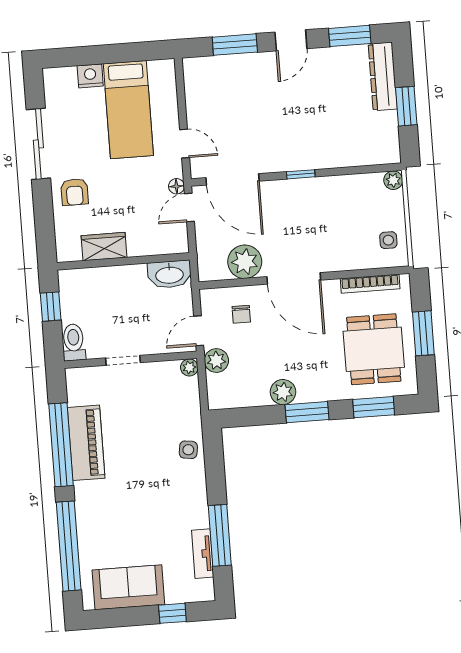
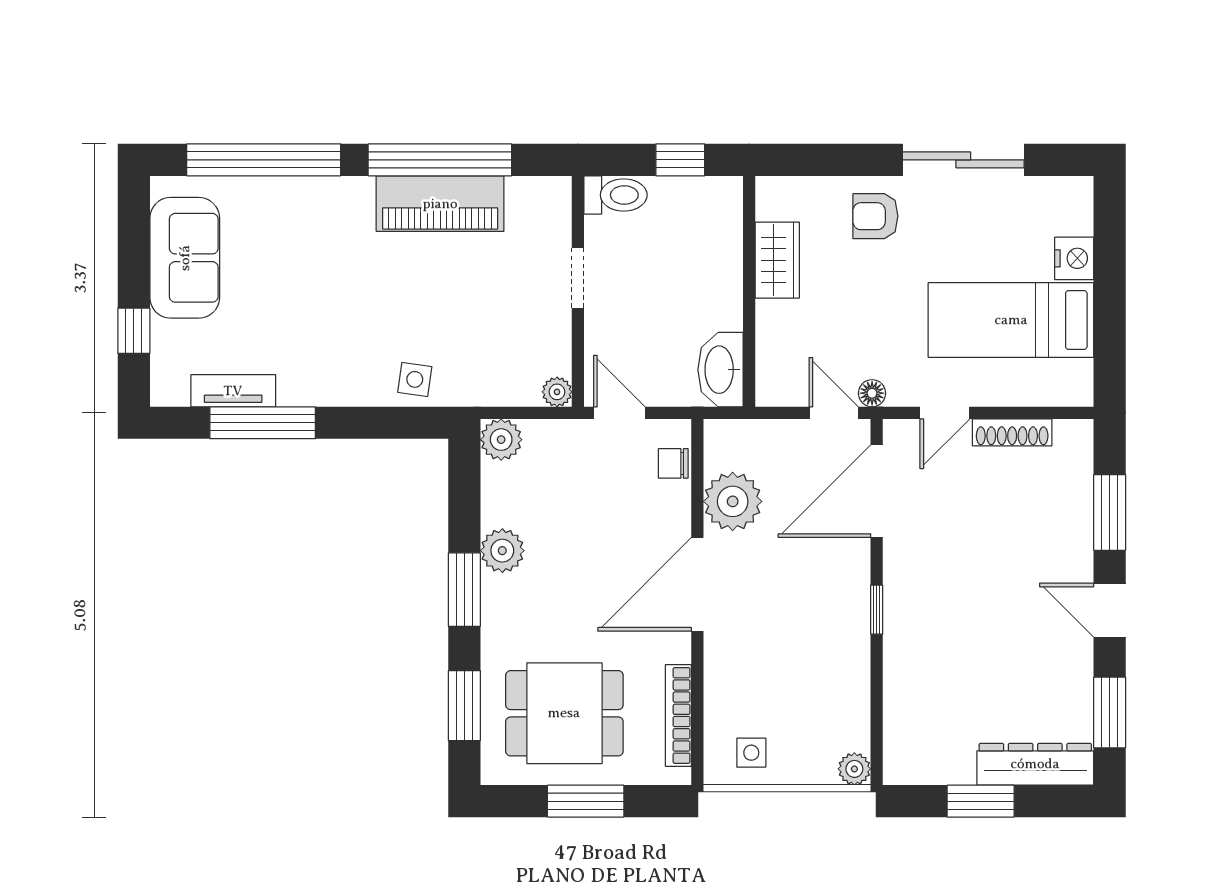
shoe rack: (193, 104) -> (1012, 432), added
chair: (241, 314) -> (673, 463), moved
plant: (216, 361) -> (501, 440), moved

